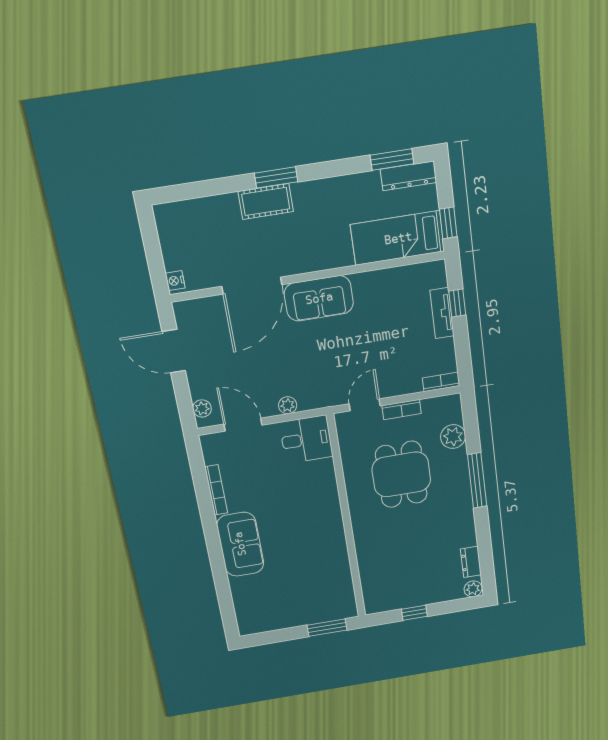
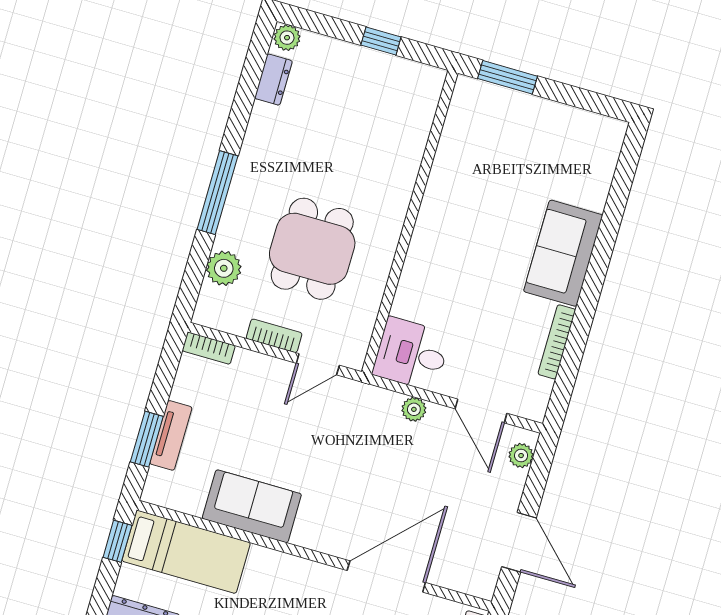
sofa: (319, 298) -> (252, 506), moved
window: (457, 303) -> (147, 439), width x1.50

